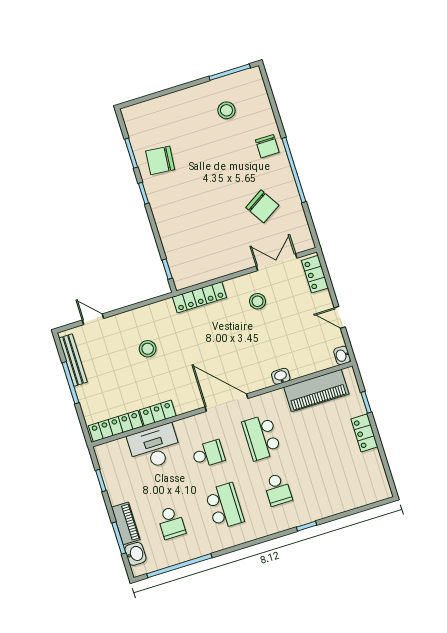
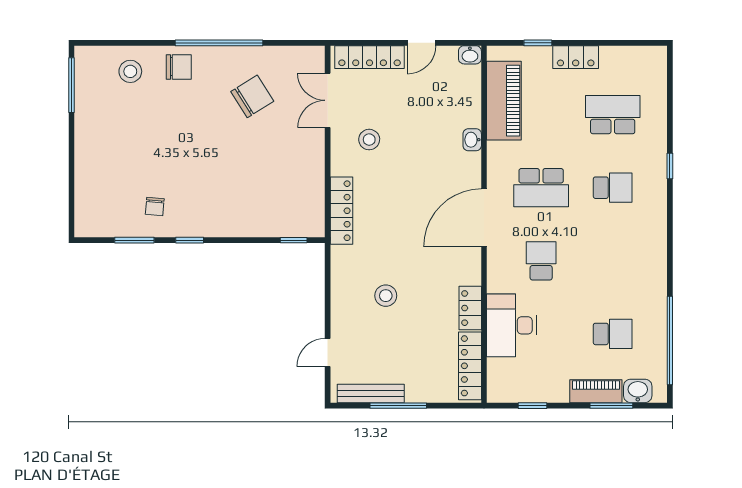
stool: (226, 110) -> (130, 71), moved
chair: (160, 160) -> (155, 206), width x0.54, depth x0.54
locker: (315, 274) -> (370, 57), width x1.53
school desk: (224, 506) -> (613, 115), moved

